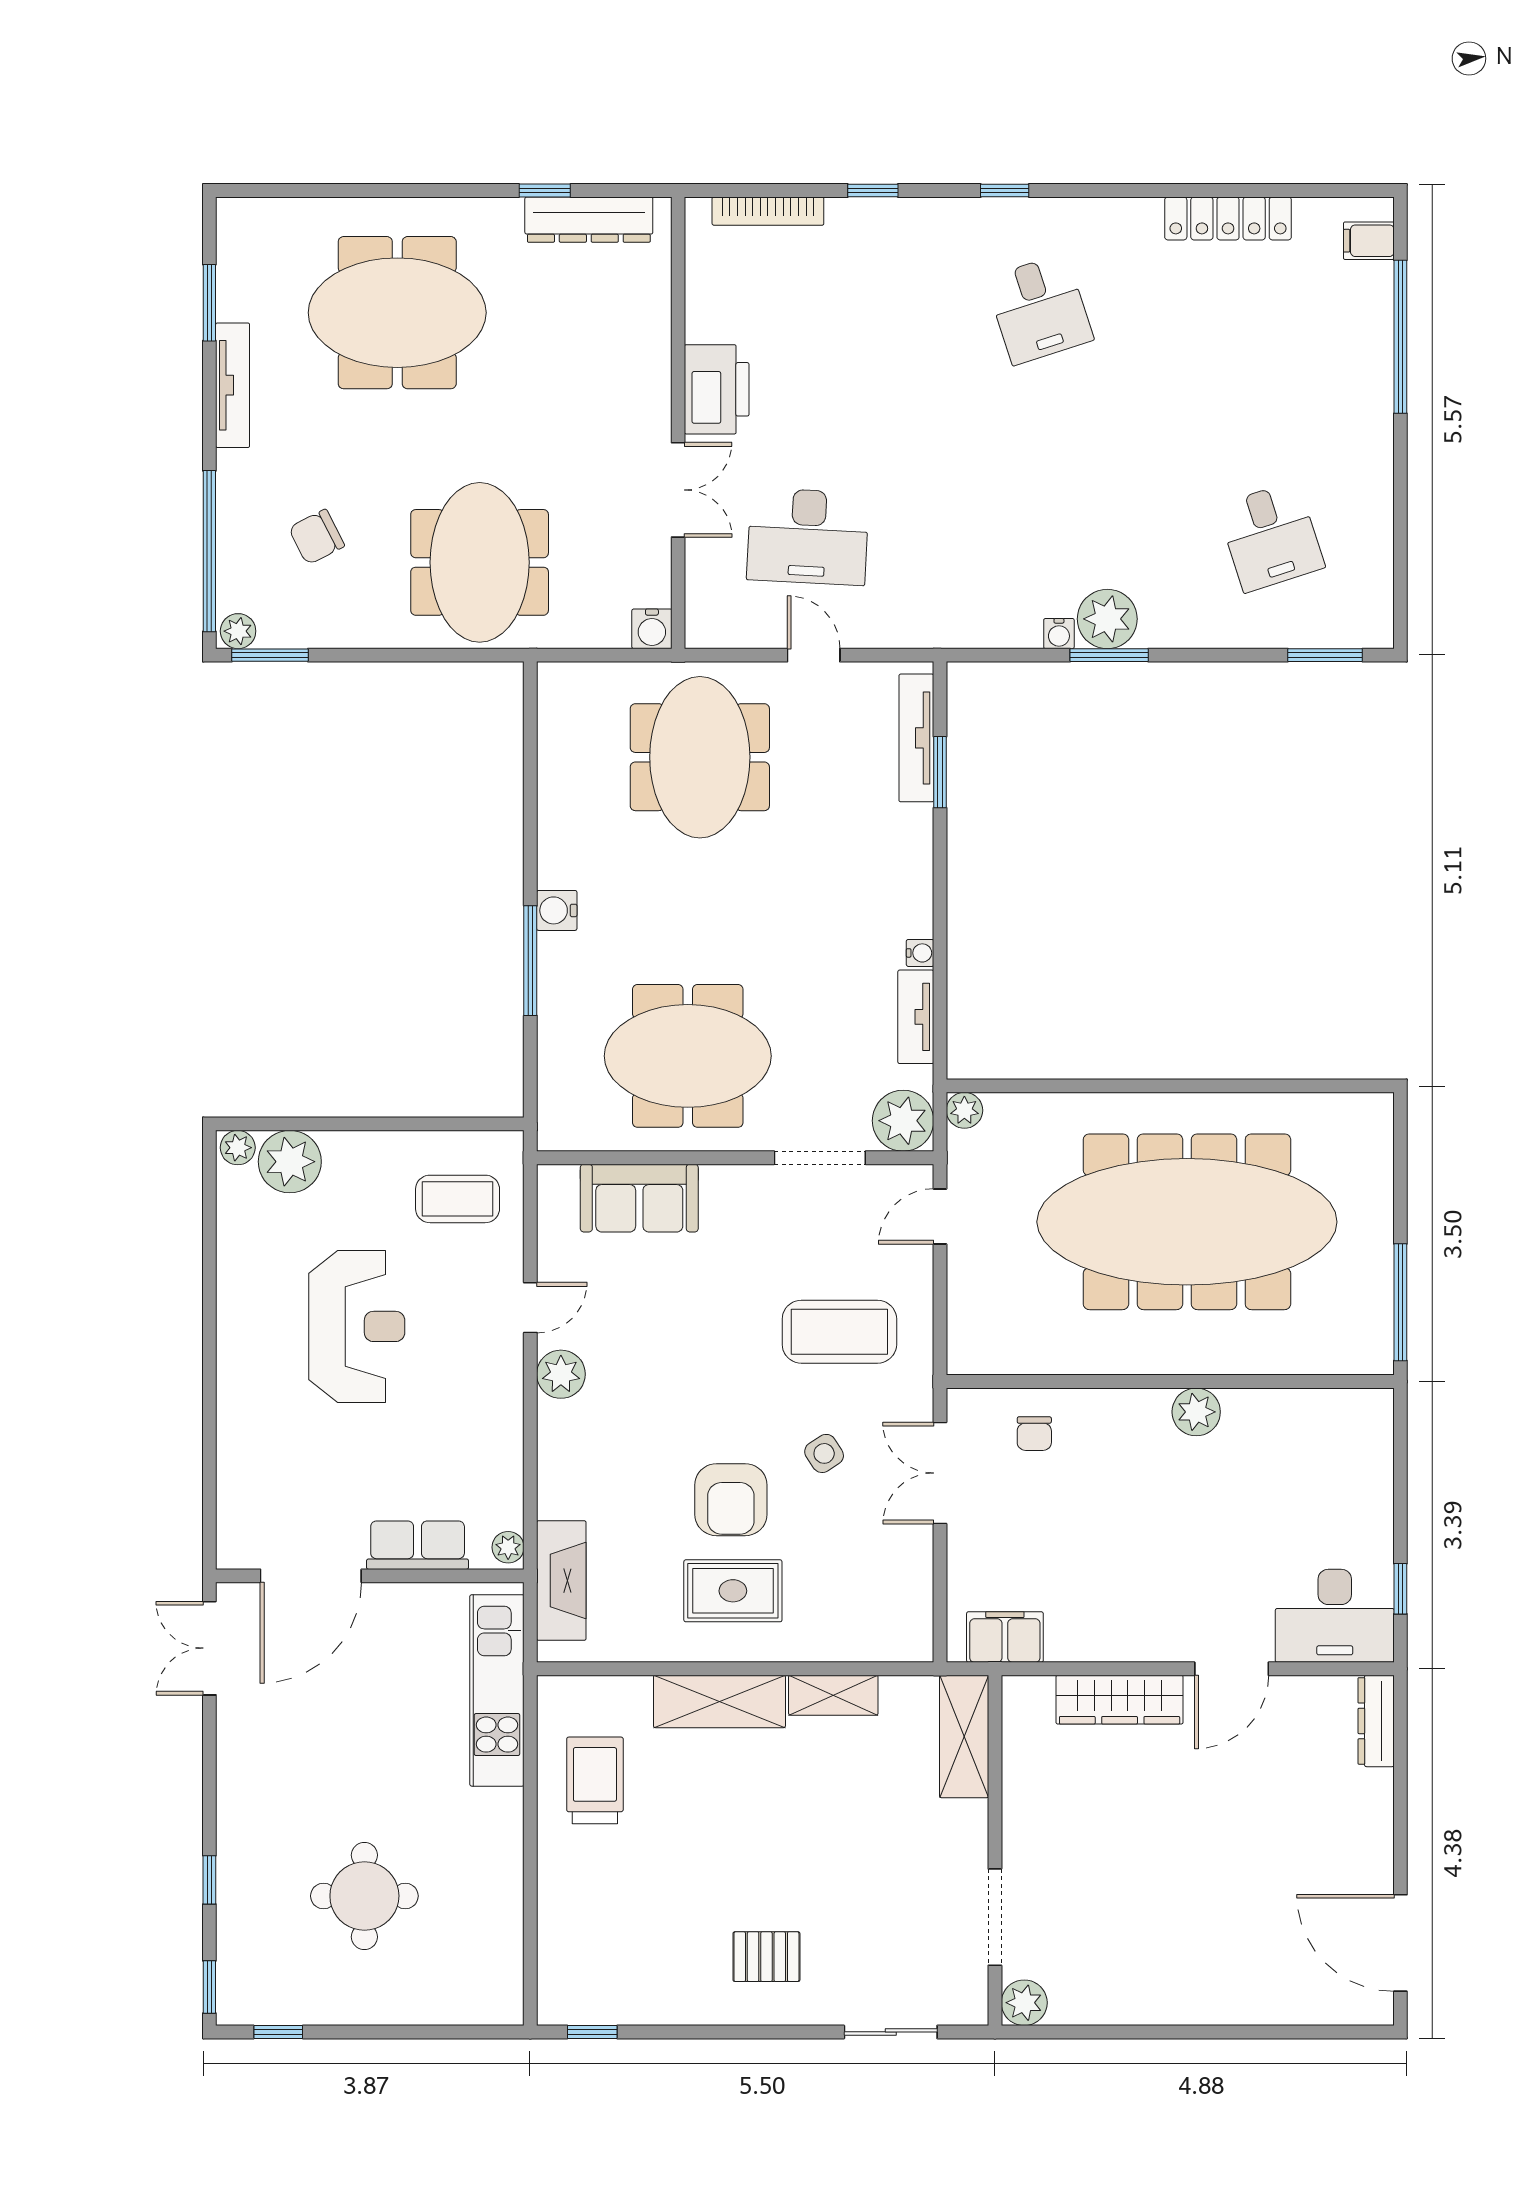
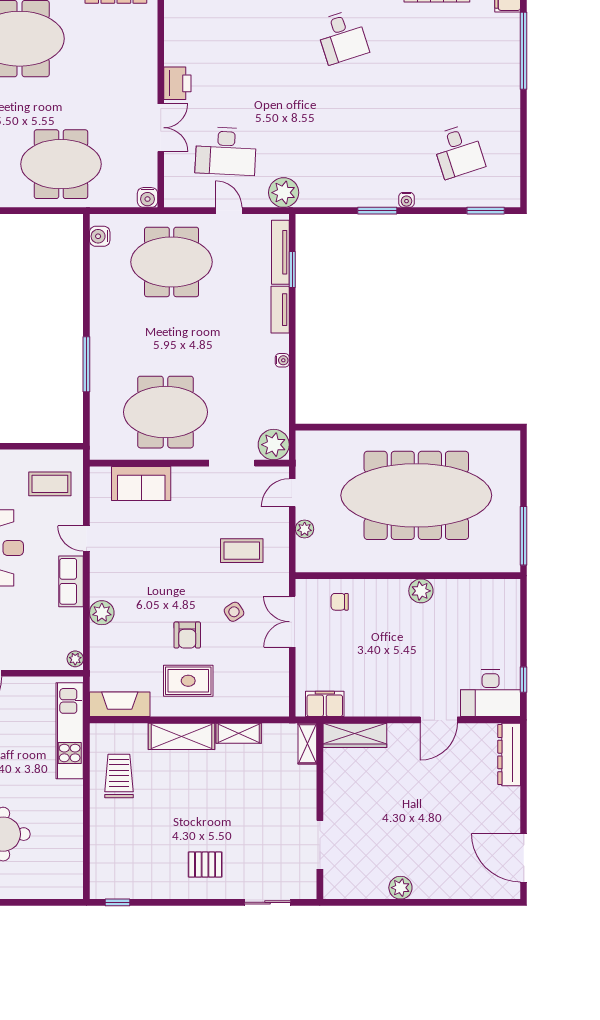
printer: (717, 389) -> (177, 83), width x0.73, depth x0.84
meeting table: (480, 562) -> (61, 164), turned 90
plant: (1107, 619) -> (284, 193), moved
water cooler: (1059, 634) -> (406, 200), moved
meeting table: (700, 757) -> (172, 262), turned 90
water cooler: (557, 910) -> (100, 236), moved
tv unit: (916, 1017) -> (280, 310), moved
plant: (964, 1110) -> (305, 529), moved
door: (530, 1308) -> (86, 539), swing flipped
coffee table: (839, 1332) -> (242, 551), width x0.73, depth x0.76
plant: (561, 1374) -> (102, 613), moved
chair: (1034, 1434) -> (340, 602), turned 90
armchair: (731, 1500) -> (187, 635), width x0.72, depth x0.72
row of seats: (418, 1545) -> (71, 581), moved, turned -90
fireplace: (561, 1581) -> (120, 704), moved, turned -90
wardrobe: (1120, 1700) -> (355, 735), moved
dresser: (1376, 1721) -> (509, 755), width x1.37, depth x1.24
shelving: (964, 1736) -> (307, 744), width x0.67, depth x0.75
plant: (1024, 2003) -> (400, 888), moved

